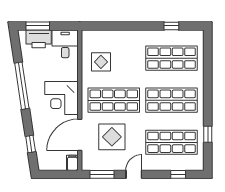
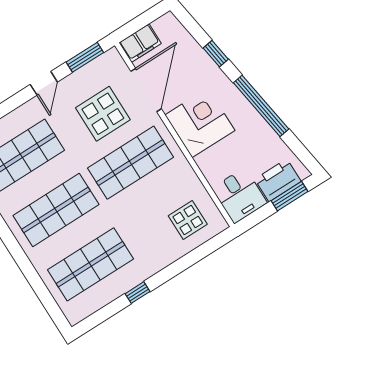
window: (171, 26) -> (138, 293), moved
display table: (101, 62) -> (188, 220), moved
window: (31, 144) -> (216, 54), moved
filing cabinet: (72, 163) -> (140, 43), width x2.00

